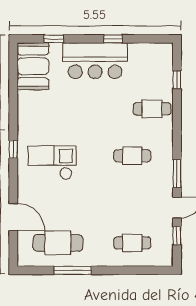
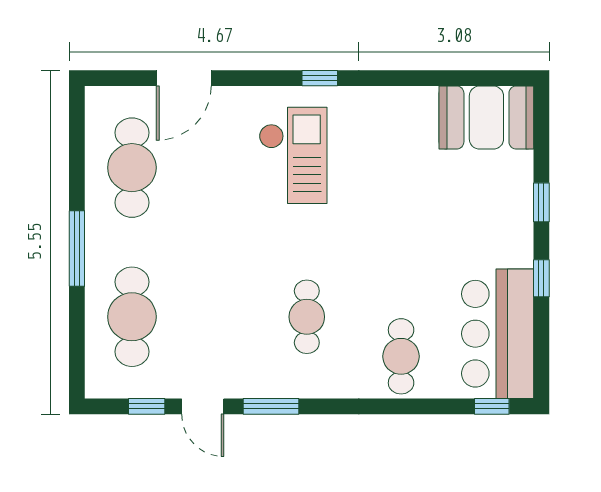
window: (54, 39) -> (541, 202), moved
bar counter: (95, 61) -> (498, 334), moved
window: (177, 80) -> (492, 406), moved
cafe table: (132, 243) -> (132, 317), width x1.37, depth x1.35
window: (73, 270) -> (77, 248), moved

